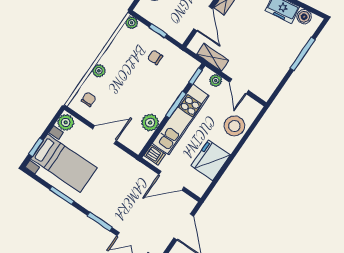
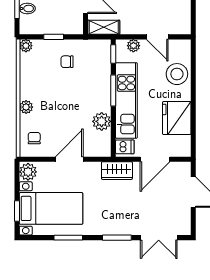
shelving: (213, 57) -> (104, 27), moved
wardrobe: (136, 169) -> (117, 171), added

